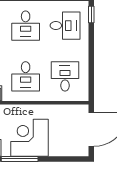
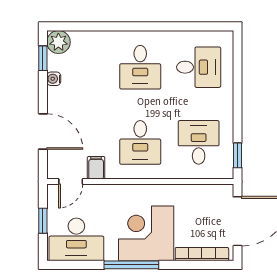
window: (91, 14) -> (237, 155), moved
bookcase: (67, 152) -> (202, 254), added

